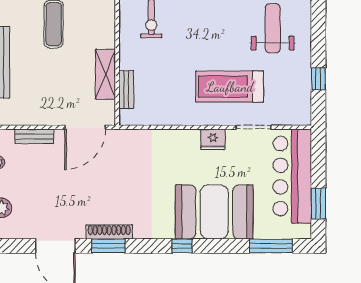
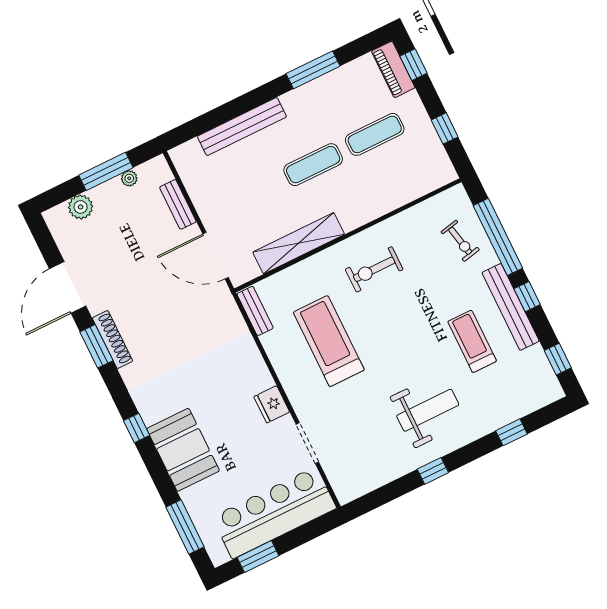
shelving: (106, 74) -> (299, 243), width x1.47
window: (318, 79) -> (433, 471), moved
treadmill: (230, 87) -> (329, 341), moved
bench: (126, 90) -> (255, 311), moved, turned 90
booth: (214, 212) -> (183, 450), width x0.73, depth x0.70

